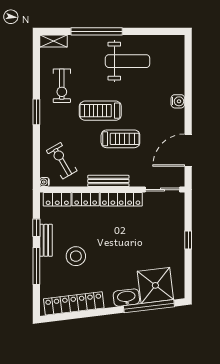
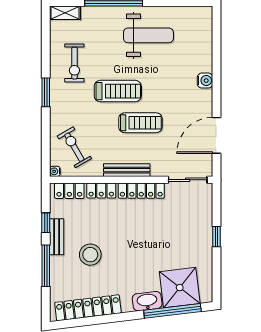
treadmill: (100, 111) -> (118, 91), turned 180

